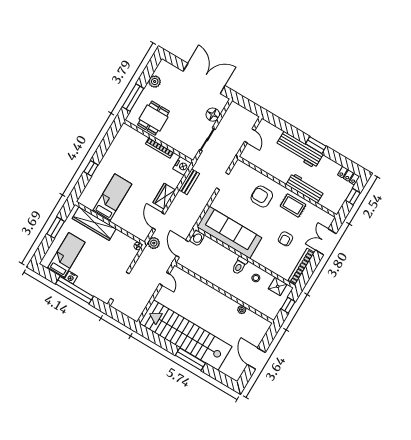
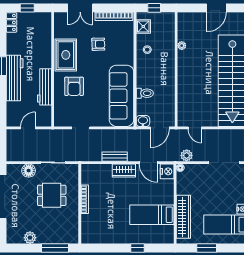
dining table: (153, 118) -> (52, 195), moved
nightstand: (182, 166) -> (167, 171), moved, turned 90
bench: (189, 182) -> (115, 157), moved
workbench: (305, 188) -> (44, 87), moved
rug: (293, 205) -> (66, 55), width x1.36, depth x1.43
door: (159, 221) -> (148, 163), hinge flipped
plant: (154, 243) -> (187, 155), moved
toilet: (240, 265) -> (145, 93), moved
door: (164, 279) -> (195, 128), swing flipped

